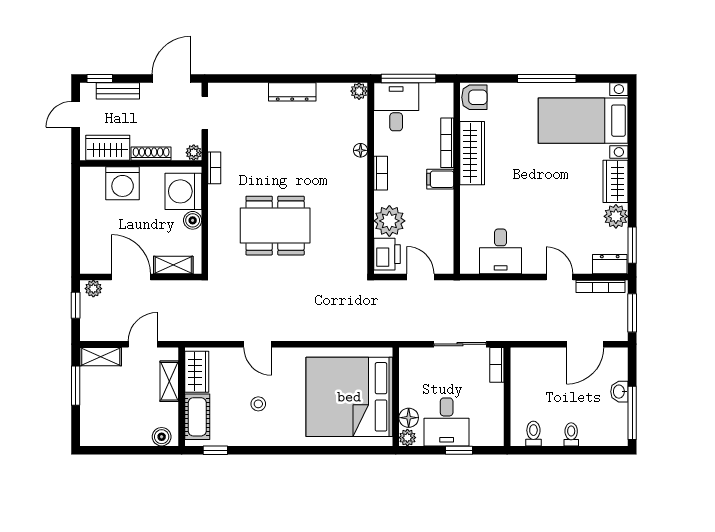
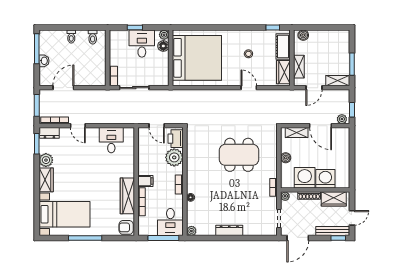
bench: (118, 91) -> (332, 231), width x1.36
washing machine: (183, 191) -> (305, 178), moved, turned -90

